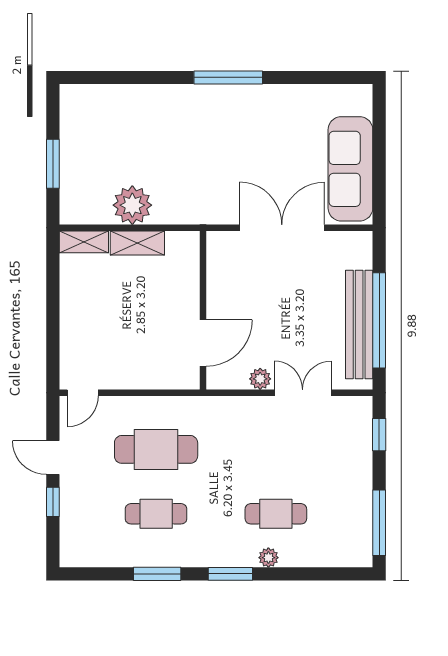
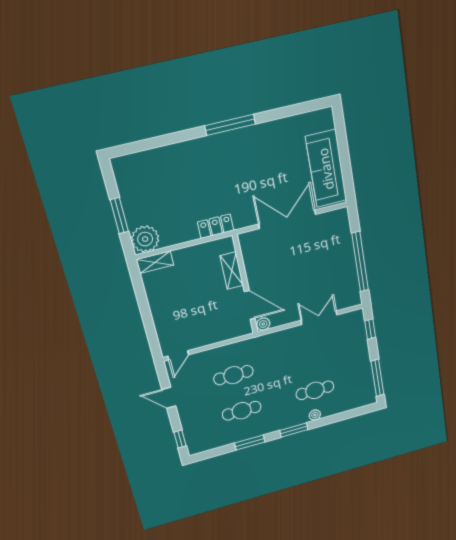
plant: (132, 205) -> (145, 239), moved
locker: (179, 212) -> (216, 226), added
shelving: (137, 243) -> (232, 271), moved, turned 90
bench: (359, 325) -> (348, 268), removed
door: (203, 343) -> (250, 305), hinge flipped
plant: (260, 379) -> (263, 324), moved
cafe table: (156, 449) -> (233, 375), width x0.73, depth x0.74
window: (53, 502) -> (180, 439), moved

